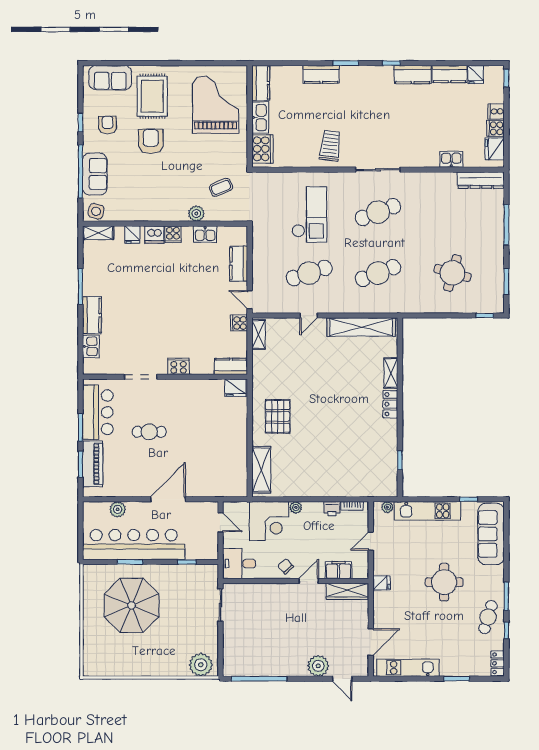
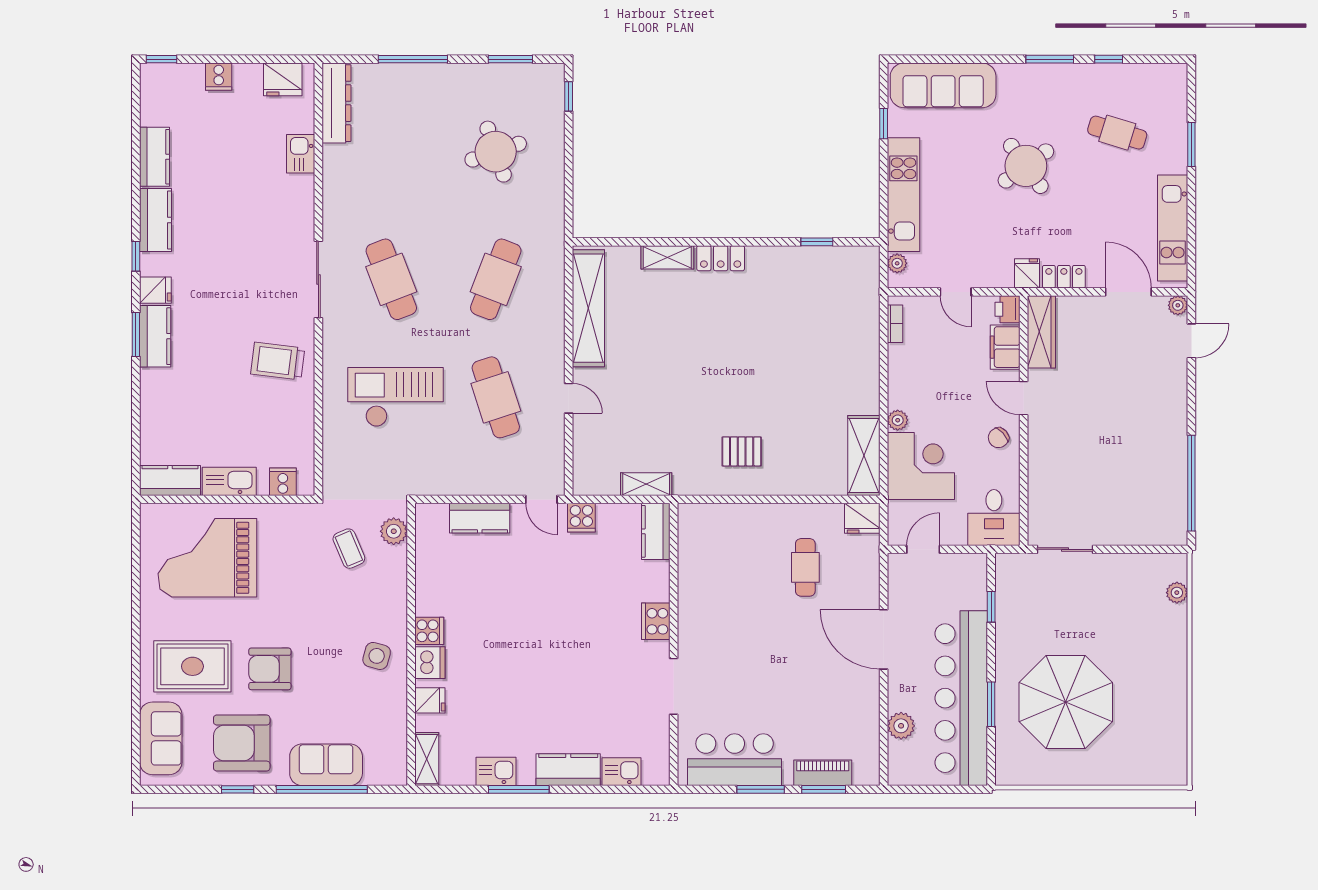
kitchen counter: (321, 74) -> (155, 336), moved
fridge: (476, 74) -> (155, 290), moved
armchair: (108, 125) -> (242, 743), width x1.88, depth x1.88
cooker: (496, 128) -> (248, 78), removed
cooker: (262, 149) -> (283, 482), width x0.53, depth x0.76
side table: (96, 211) -> (377, 656), moved
plant: (196, 213) -> (394, 531), moved
kitchen sink: (205, 234) -> (496, 771), moved, turned -90
cafe table: (378, 273) -> (496, 279), turned 42
round table: (452, 273) -> (496, 152), turned -35
door: (250, 300) -> (541, 499), hinge flipped
shelving: (259, 334) -> (646, 484), moved
fridge: (235, 388) -> (862, 518), moved, turned 90
pallet: (278, 416) -> (742, 451), width x0.67, depth x0.71
cafe table: (149, 432) -> (805, 567), moved
piano: (93, 464) -> (823, 773), width x0.73, depth x0.75
shelving: (261, 470) -> (864, 456), moved, turned 90
printer: (332, 509) -> (1008, 309), moved, turned 180
round table: (444, 582) -> (1026, 166), turned -36
cafe table: (488, 617) -> (1117, 133), moved
locker: (498, 663) -> (1064, 277), moved, turned 180
plant: (201, 665) -> (1177, 593), width x0.53, depth x0.53
plant: (318, 666) -> (1178, 305), moved, width x0.53, depth x0.53

